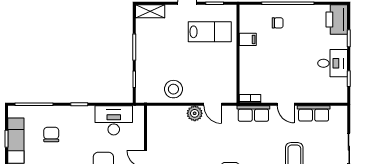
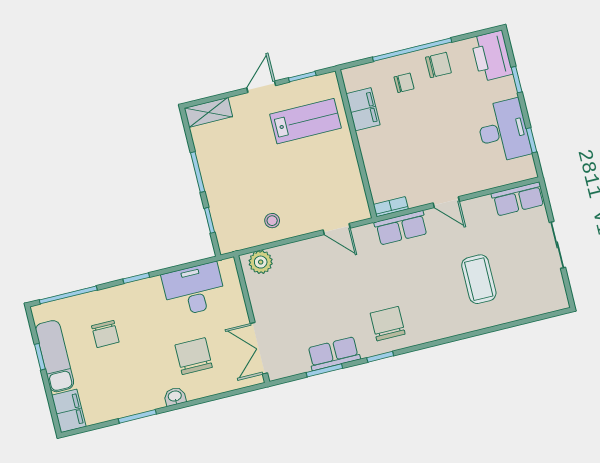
chair: (302, 17) -> (438, 65), added
filing cabinet: (248, 39) -> (363, 109), width x2.00
desk: (333, 63) -> (503, 131), width x1.37
stool: (173, 89) -> (272, 221), width x0.53, depth x0.53
plant: (195, 113) -> (261, 262), moved
row of seats: (314, 113) -> (518, 199), moved
chair: (51, 135) -> (105, 334), turned 180

